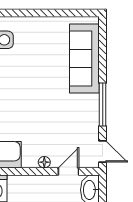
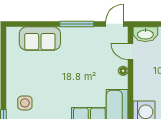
sofa: (84, 59) -> (40, 39), width x0.73

